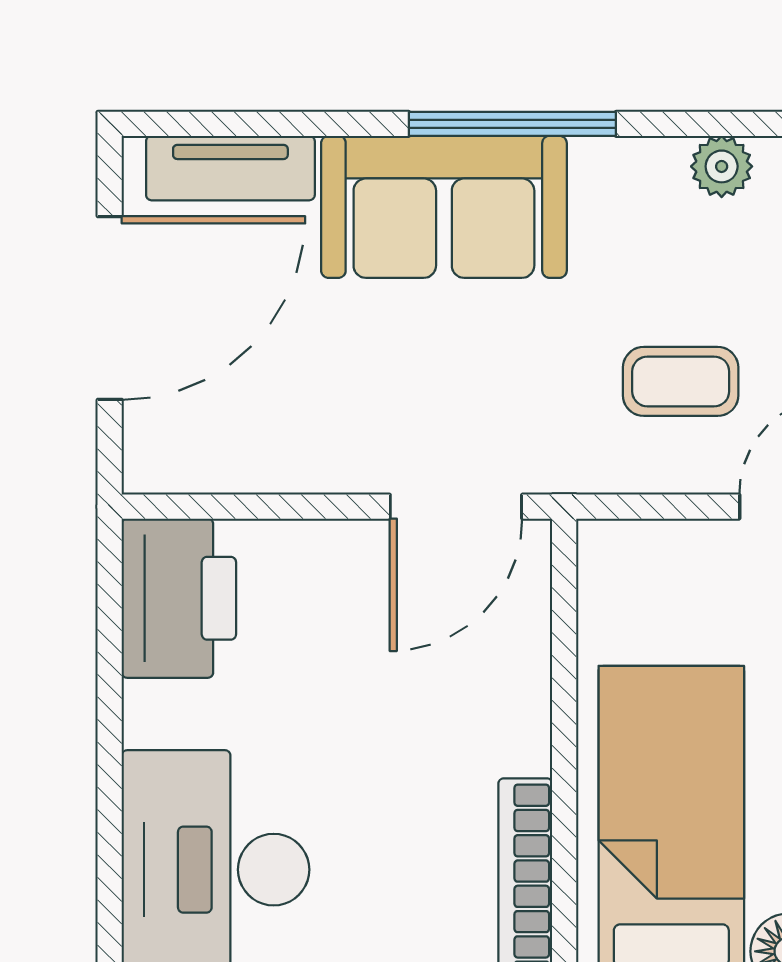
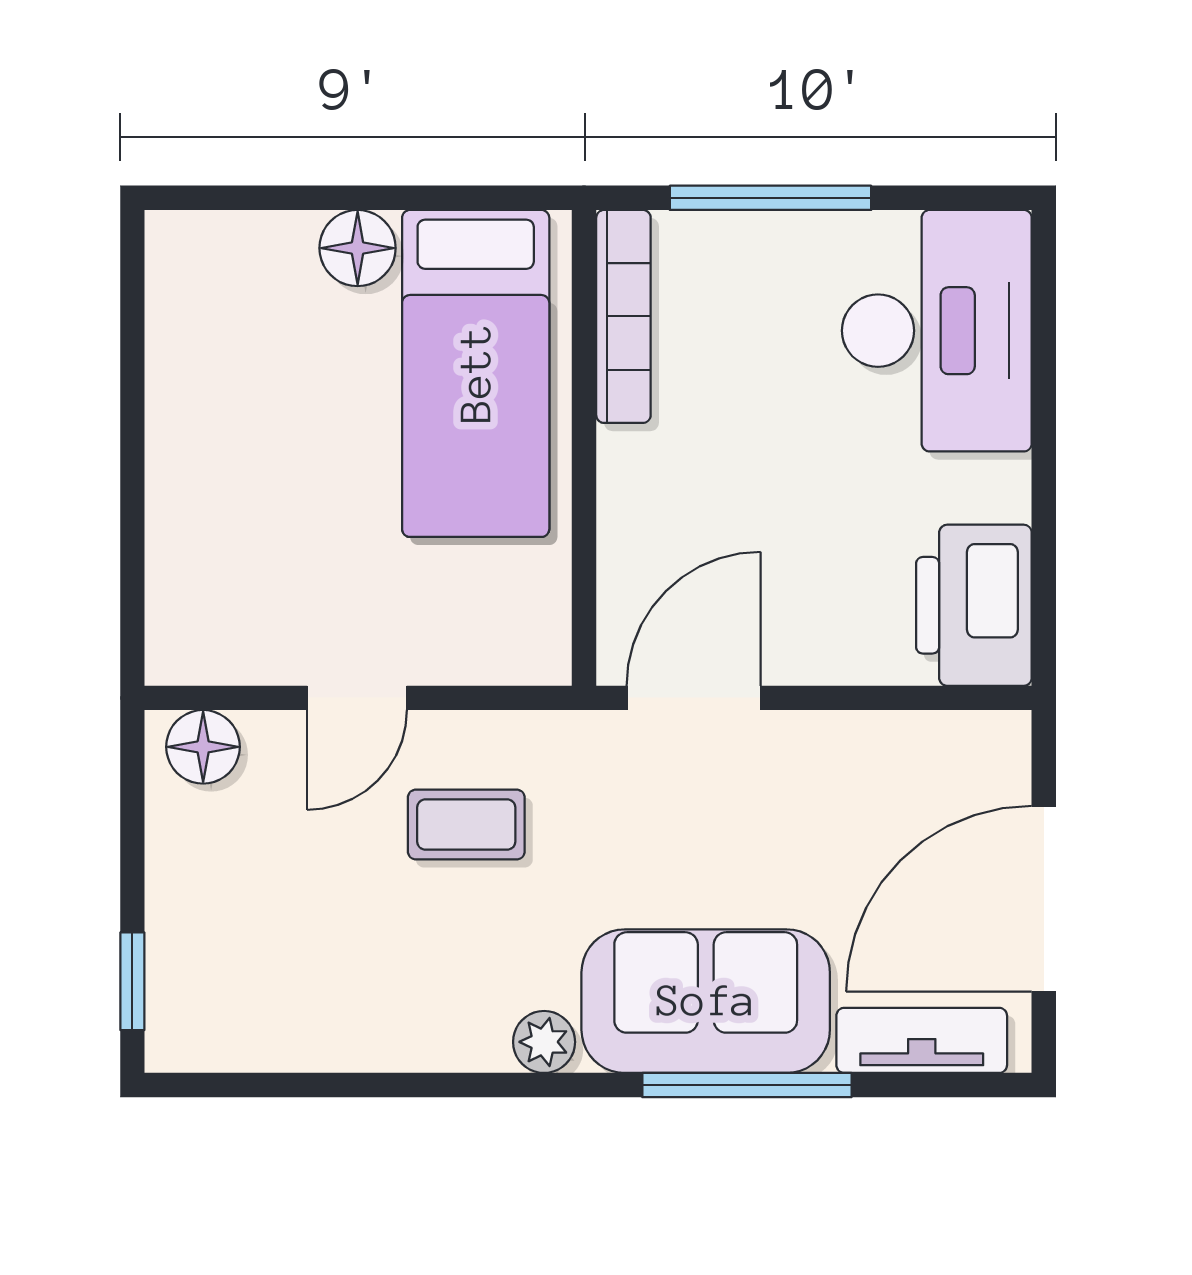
window: (512, 124) -> (747, 1085), moved
plant: (722, 166) -> (544, 1042), moved

